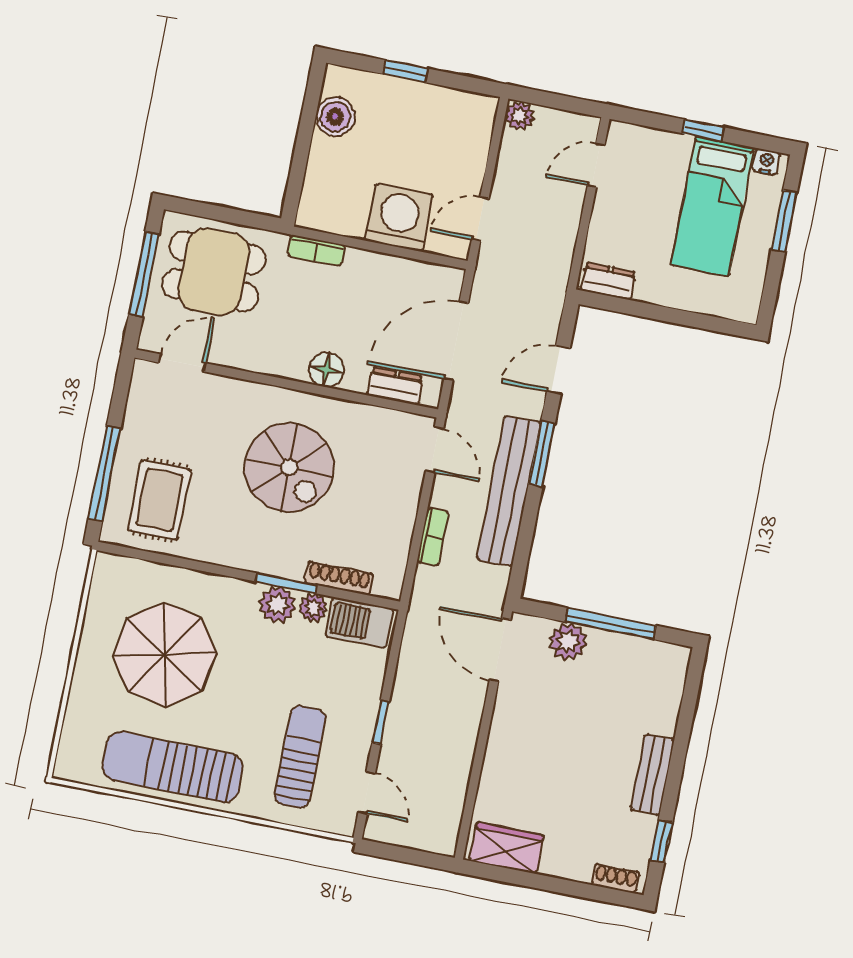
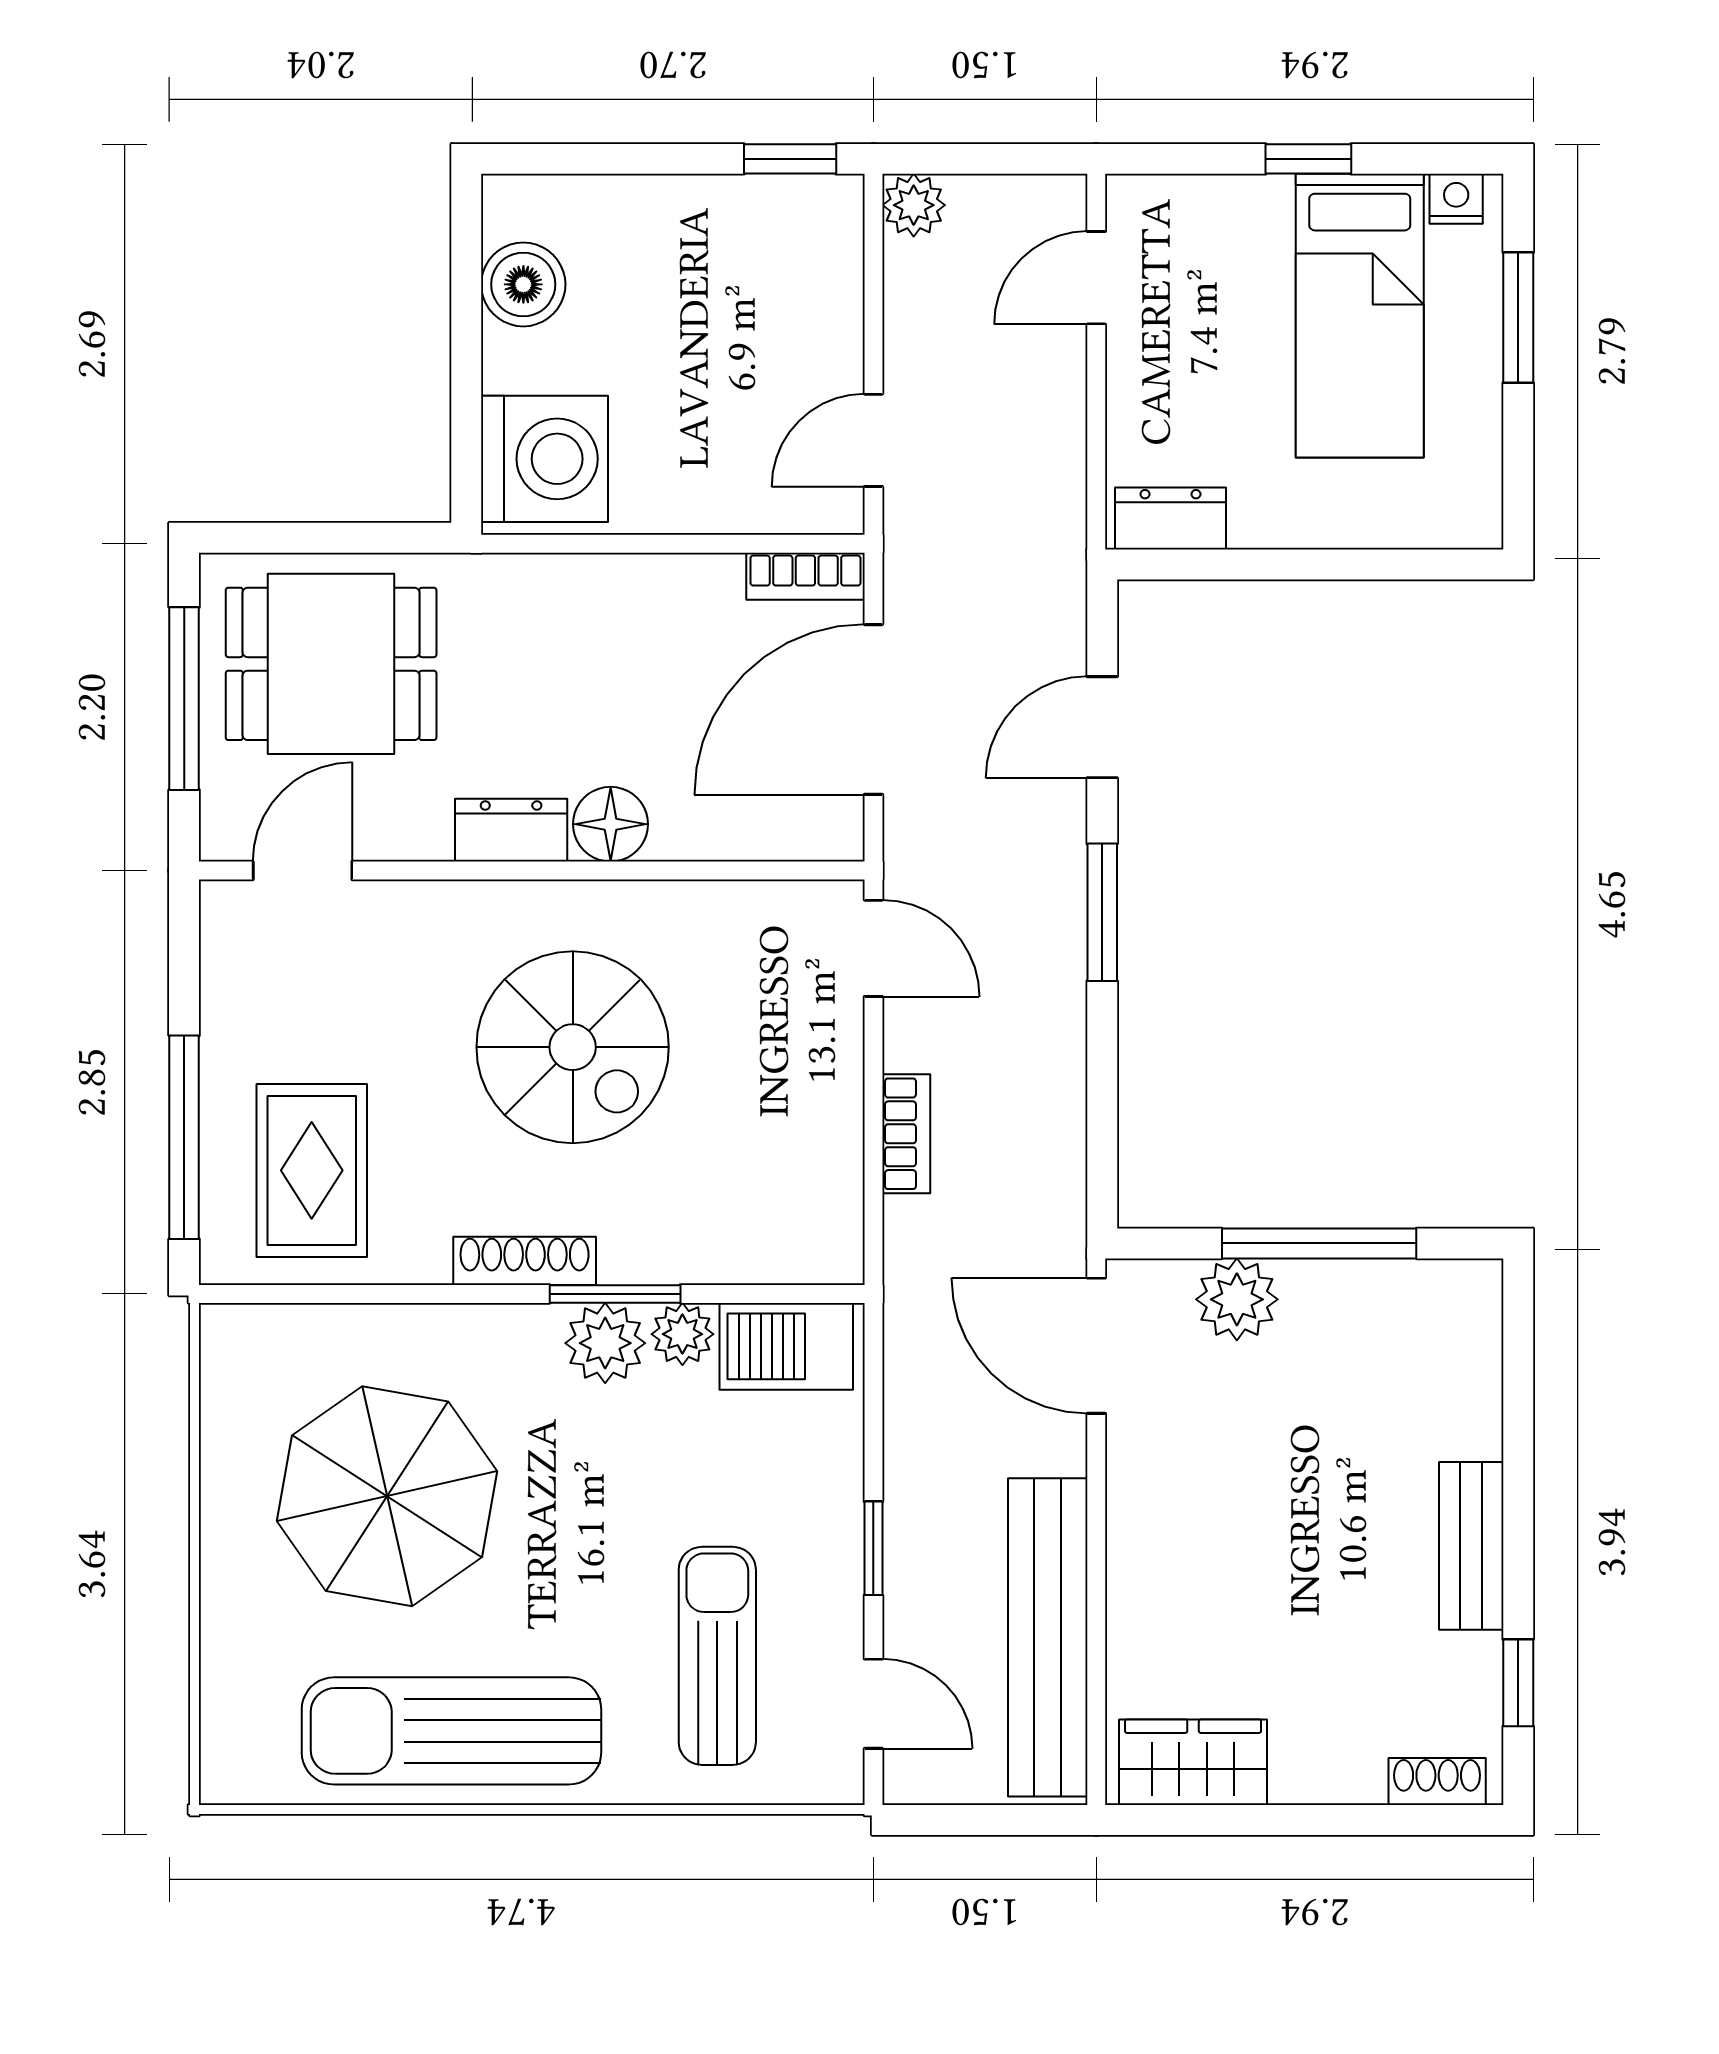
window: (406, 71) -> (790, 159), moved
washing machine: (399, 218) -> (544, 459), moved, turned 90
bookcase: (316, 251) -> (805, 576), moved
dresser: (395, 386) -> (511, 830), moved
bench: (509, 491) -> (1048, 1637), moved
shoe rack: (339, 578) -> (525, 1261), moved

